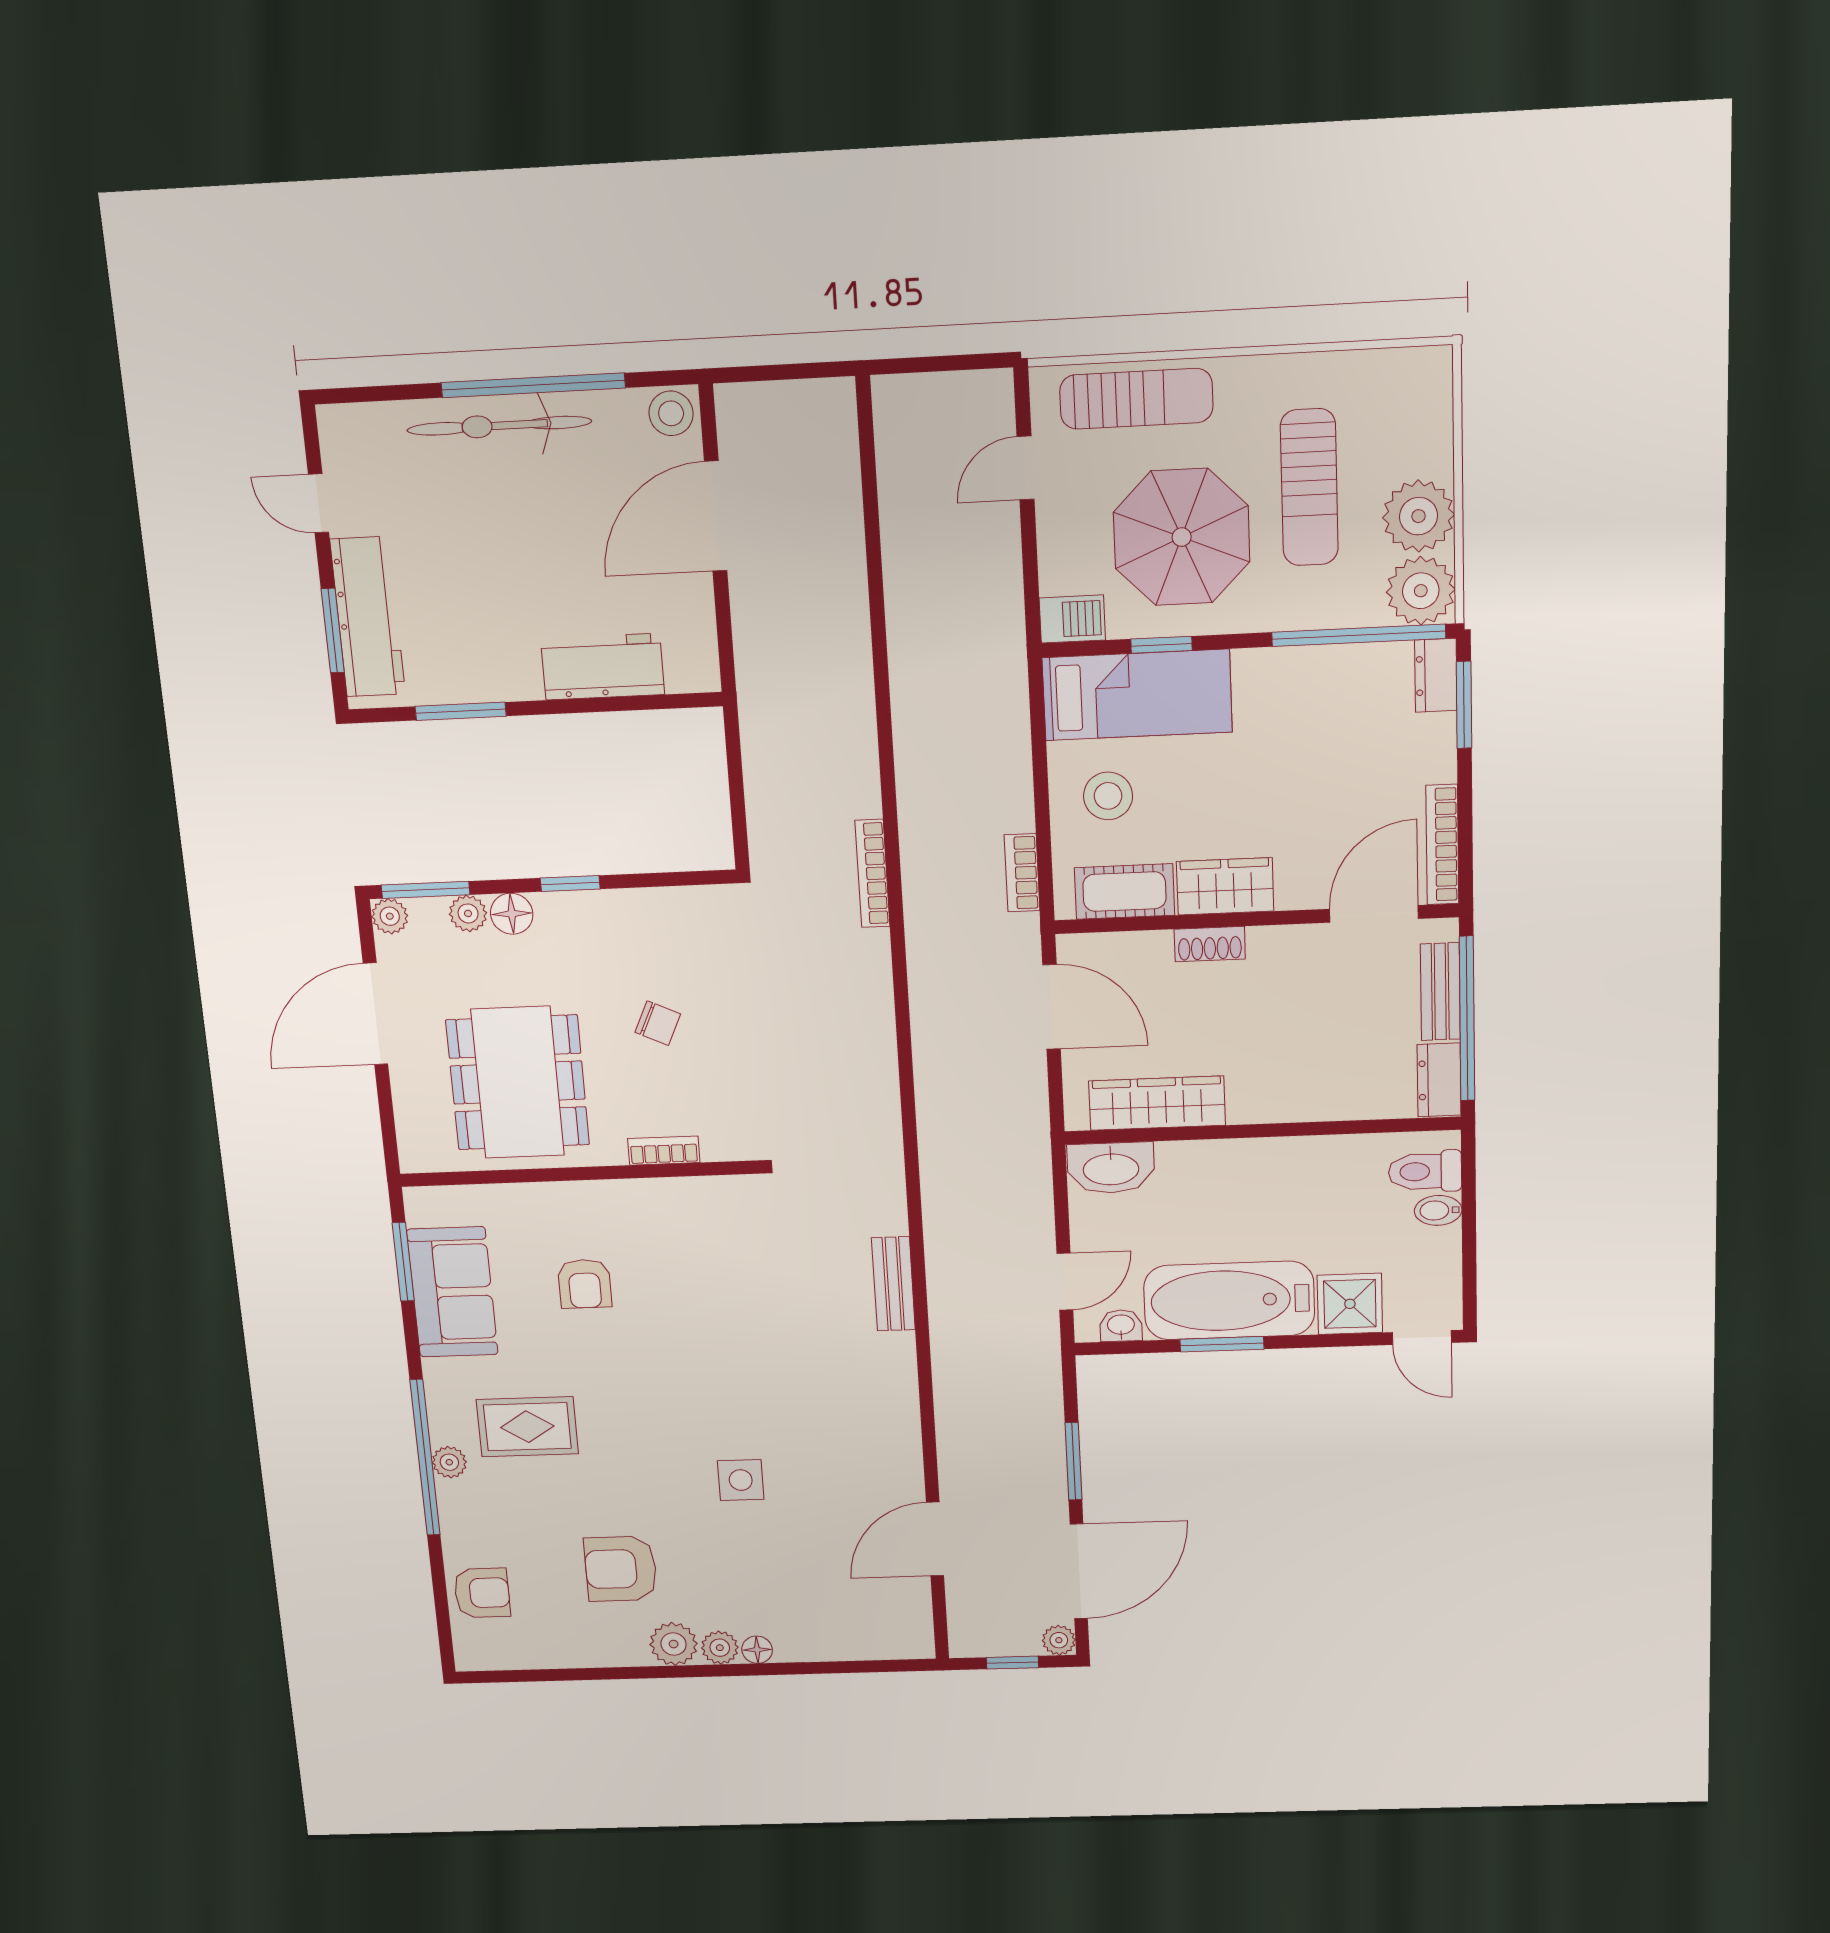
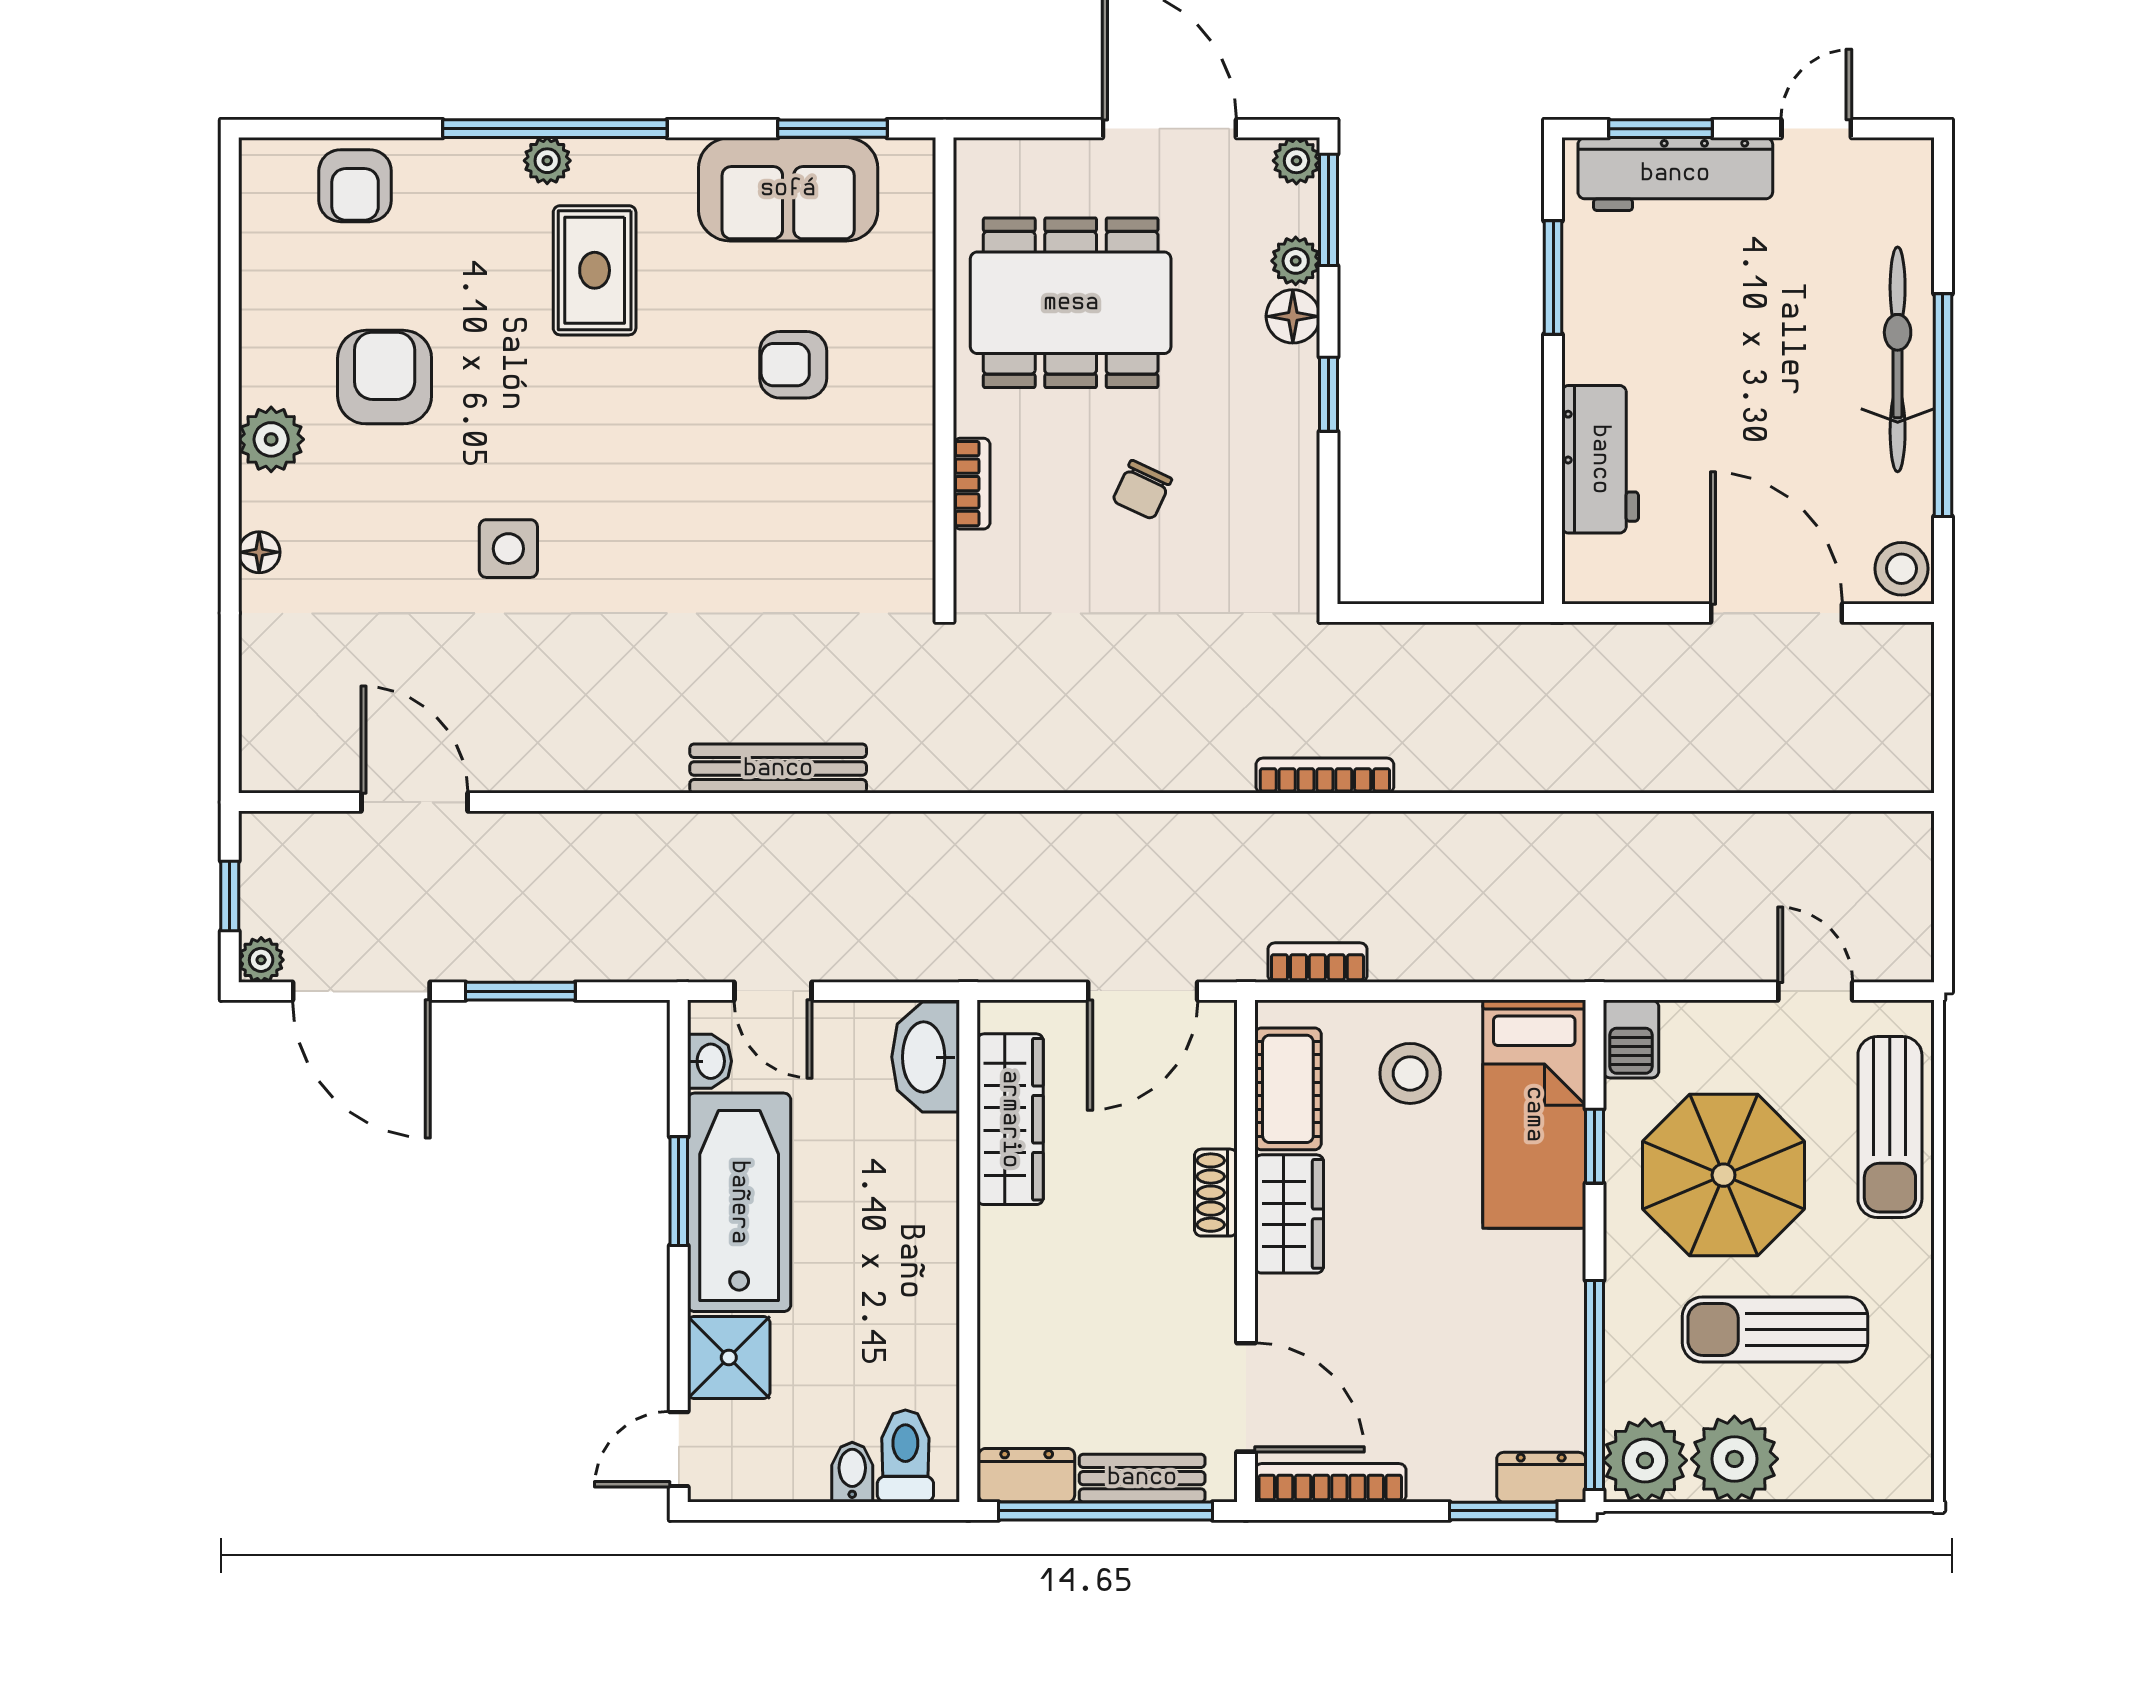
bench: (893, 1284) -> (778, 769), width x1.36
plant: (720, 1648) -> (264, 502), removed

